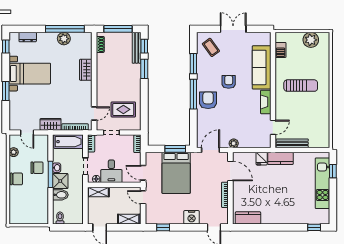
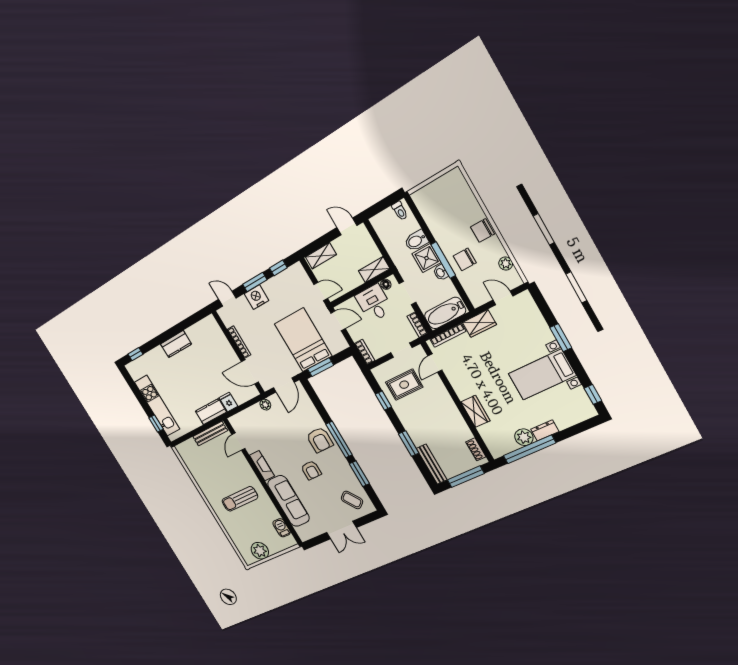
dresser: (28, 37) -> (545, 430), moved
window: (144, 46) -> (383, 400), moved
kitchen counter: (248, 218) -> (176, 344), moved
window: (186, 227) -> (255, 282), added

